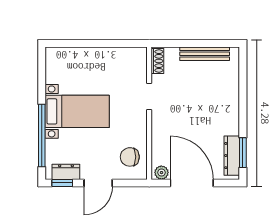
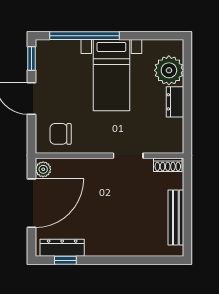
plant: (73, 60) -> (169, 70), added
window: (243, 153) -> (65, 260), width x0.67
chair: (130, 157) -> (61, 134), turned -90
dresser: (66, 172) -> (175, 102), moved, turned 180

